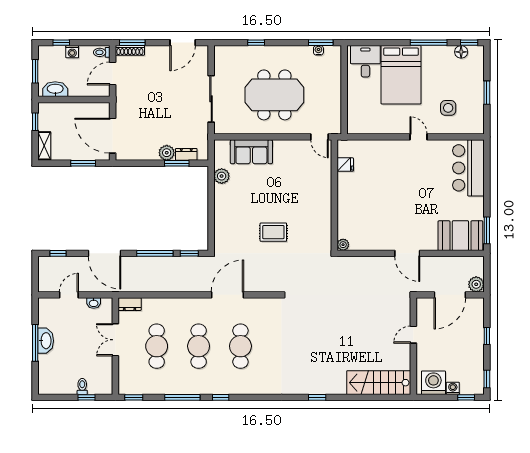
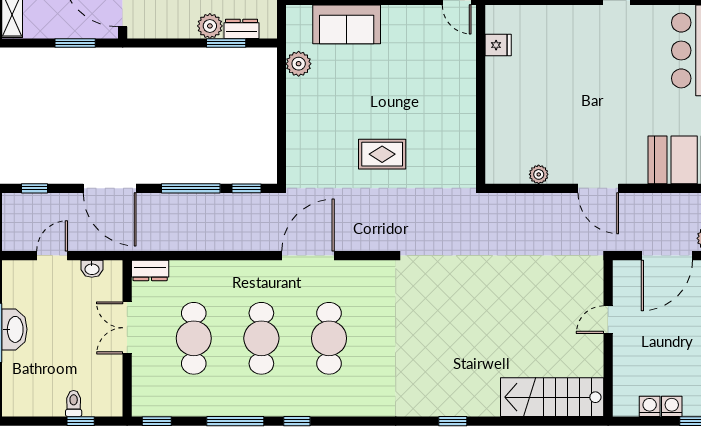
plant: (343, 245) -> (539, 174), moved
washing machine: (433, 383) -> (650, 406), width x0.53, depth x0.53

